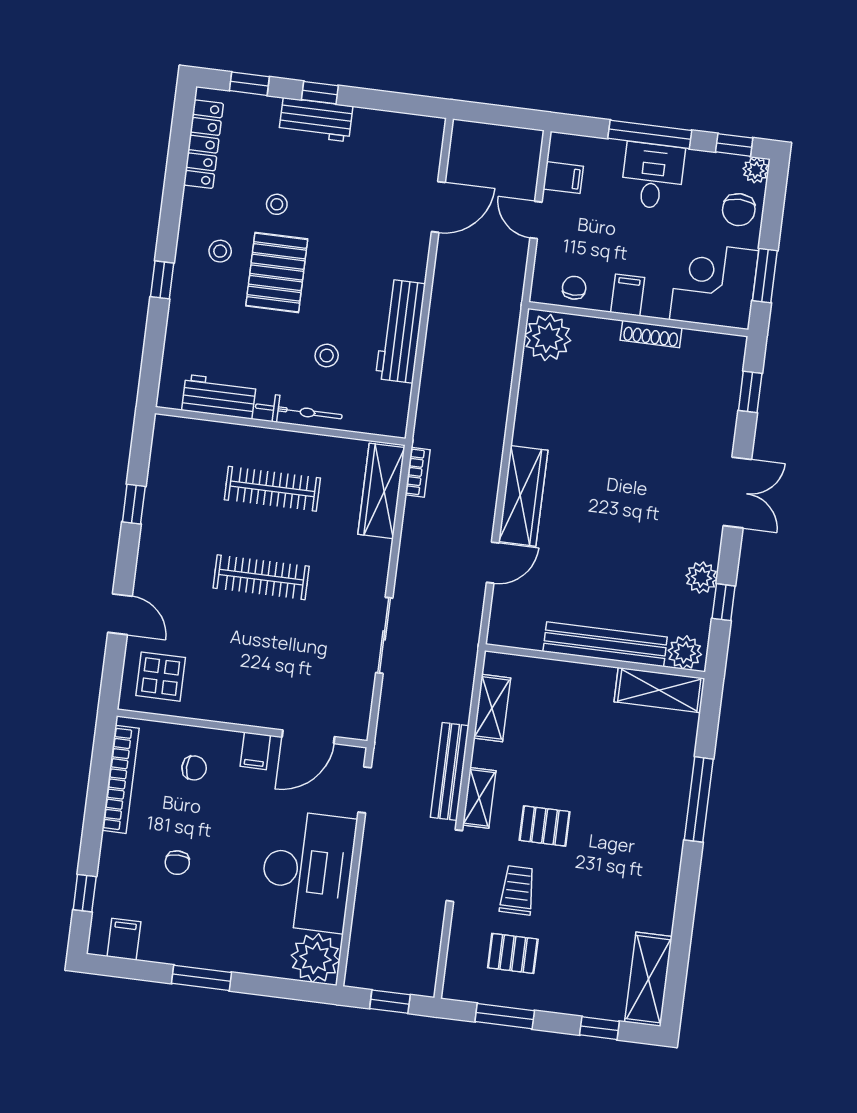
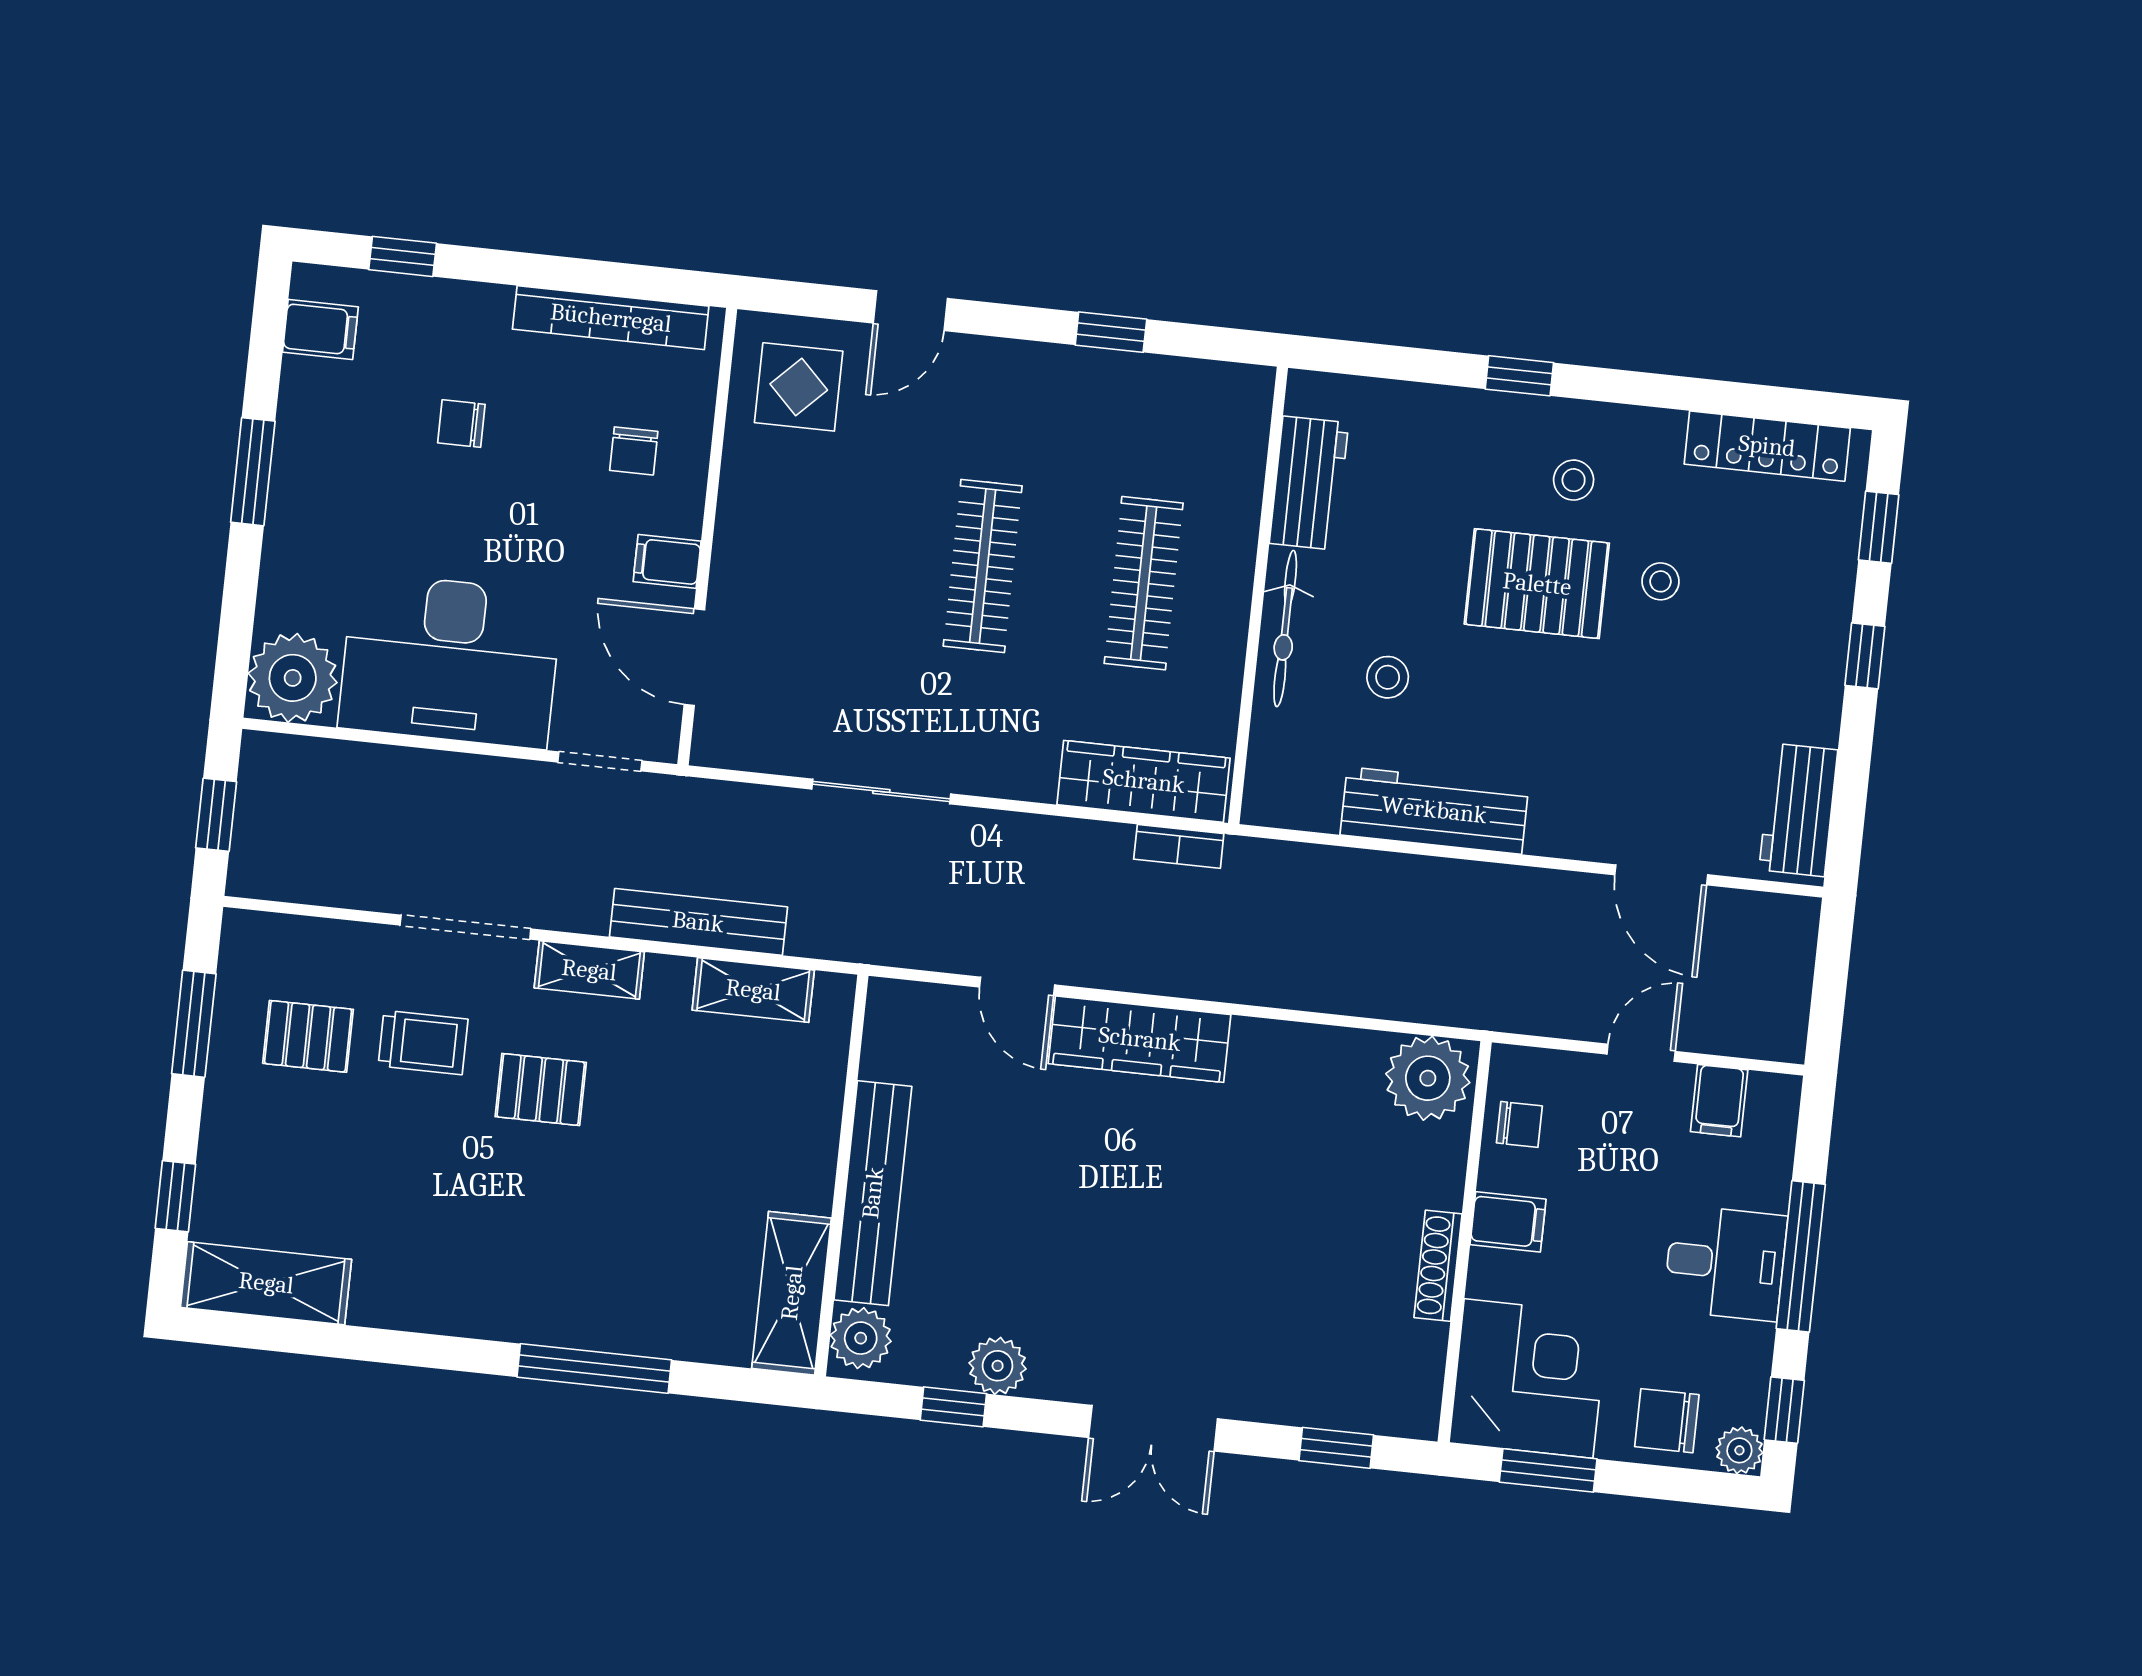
workbench: (316, 120) -> (1798, 810), moved
bench: (450, 771) -> (698, 922), moved
pallet: (545, 826) -> (541, 1090), turned 90
pallet: (513, 953) -> (308, 1036), turned 90

